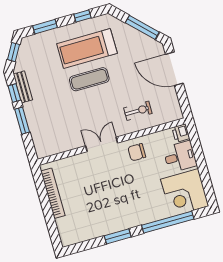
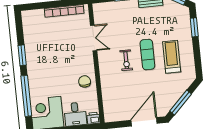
window: (82, 16) -> (197, 58), removed
treadmill: (87, 49) -> (172, 57), width x0.73, depth x0.73
exercise bike: (138, 111) -> (126, 60), moved
double door: (102, 144) -> (94, 38), moved

